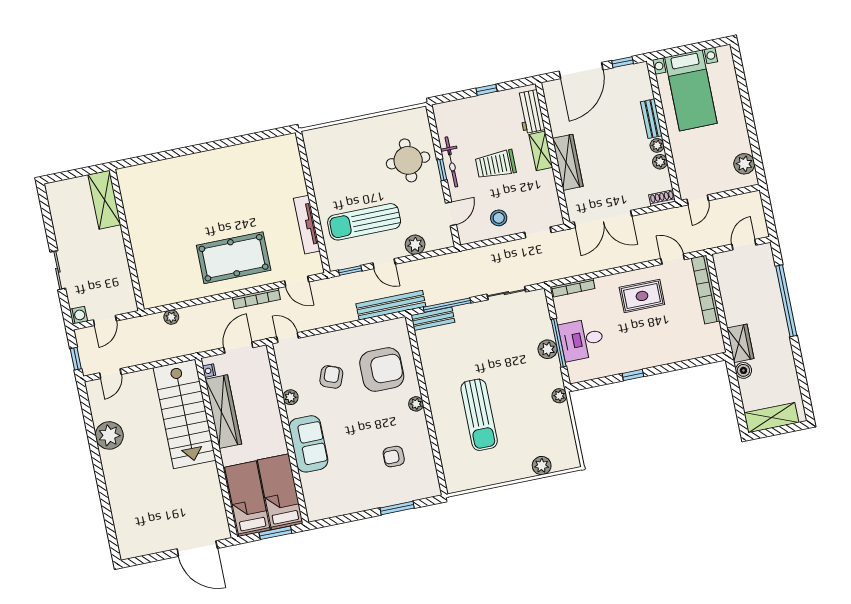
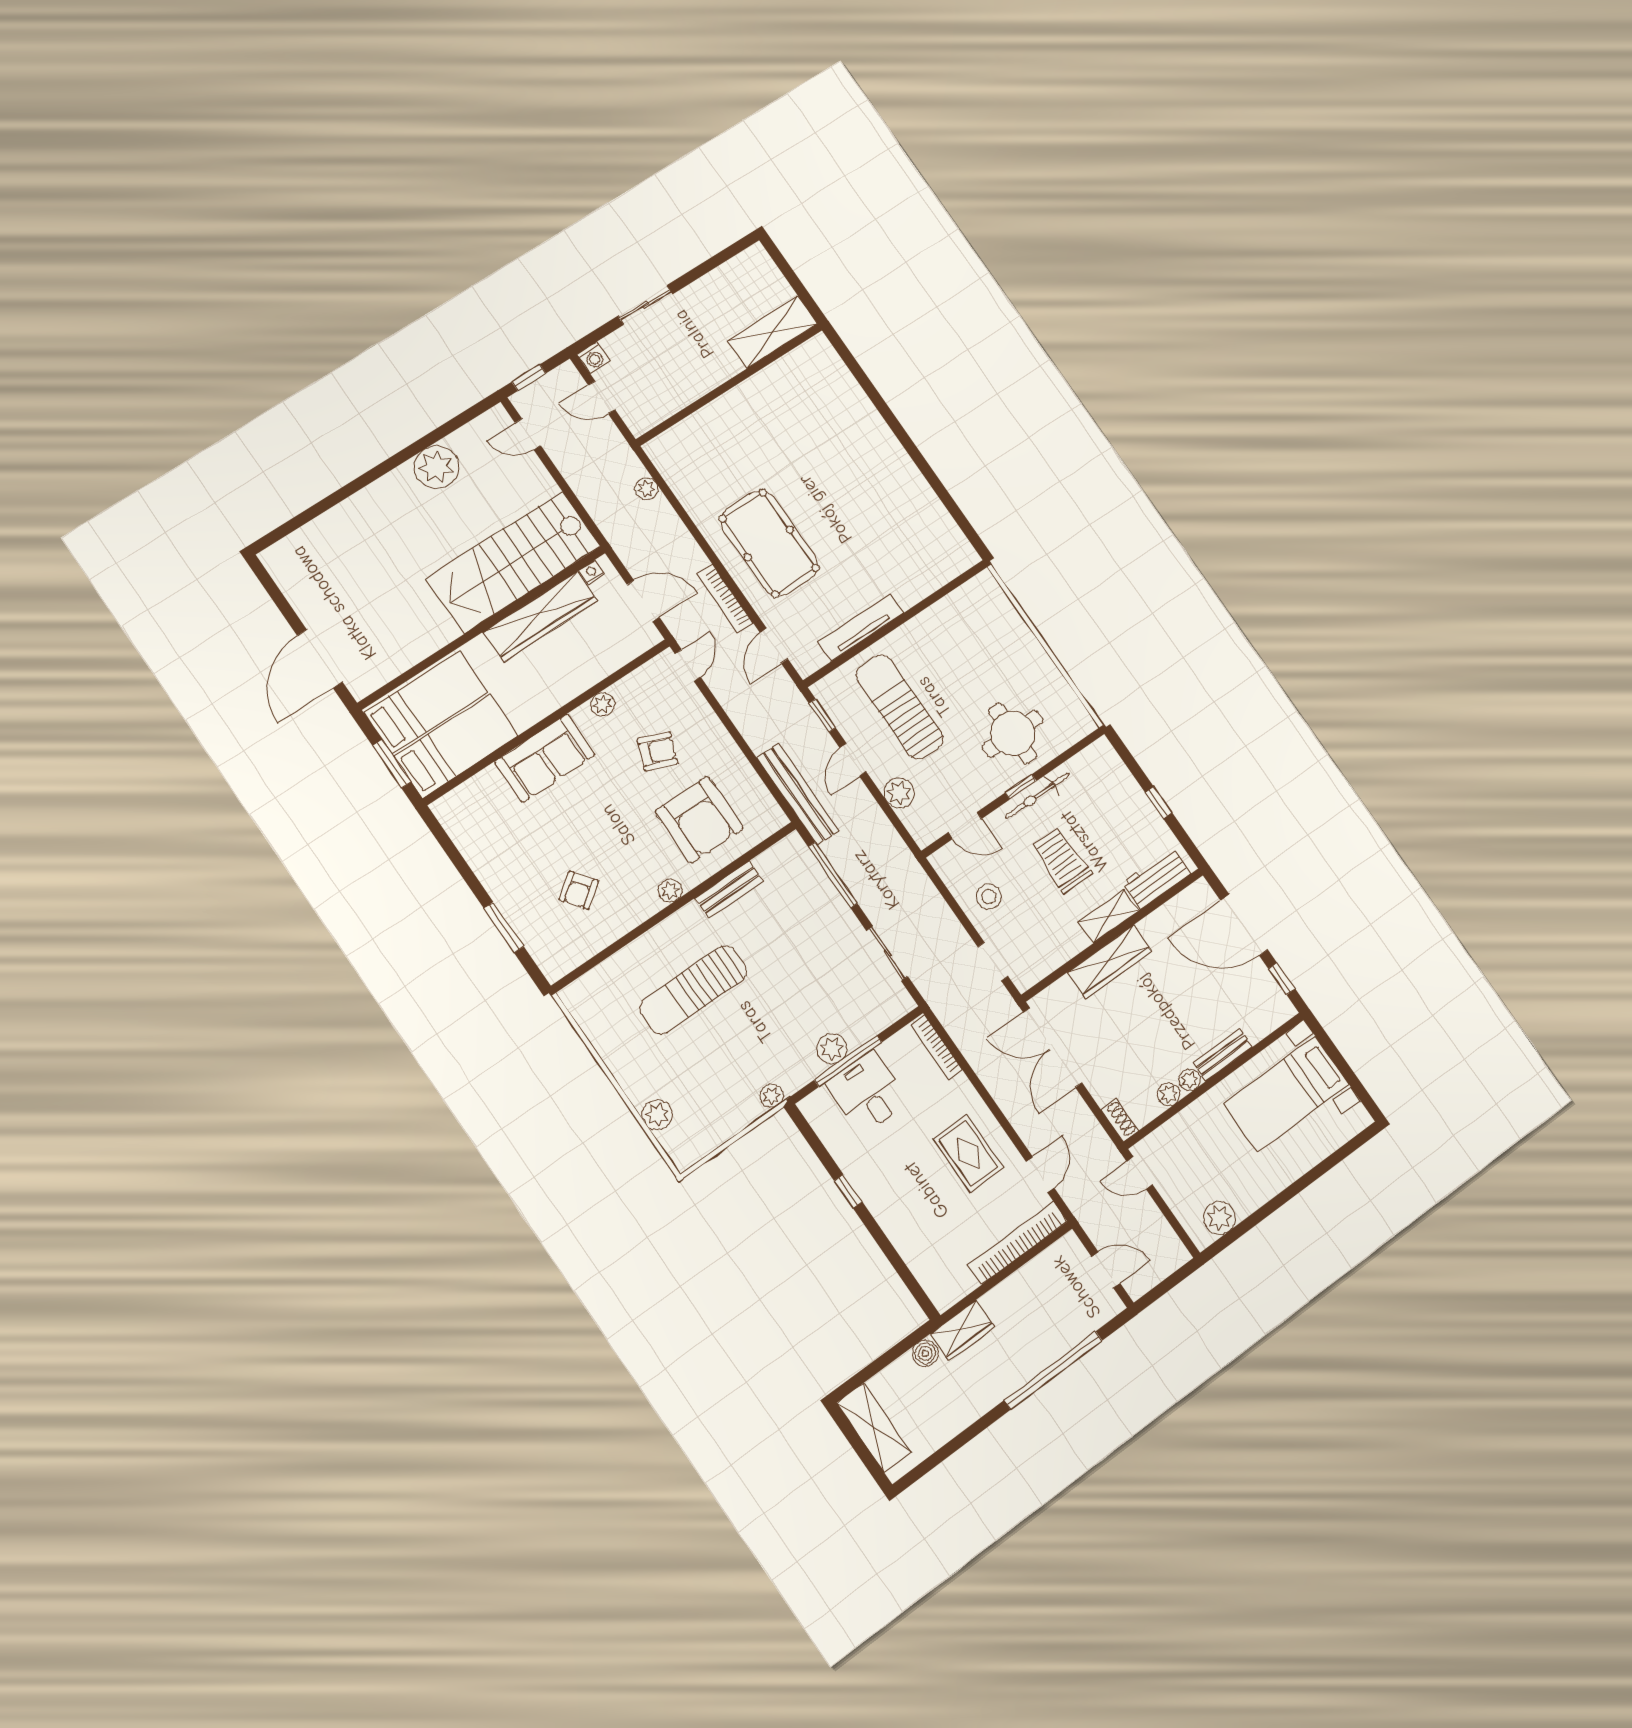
bench: (433, 319) -> (729, 890), moved, turned 90
armchair: (394, 457) -> (579, 890), turned -127

